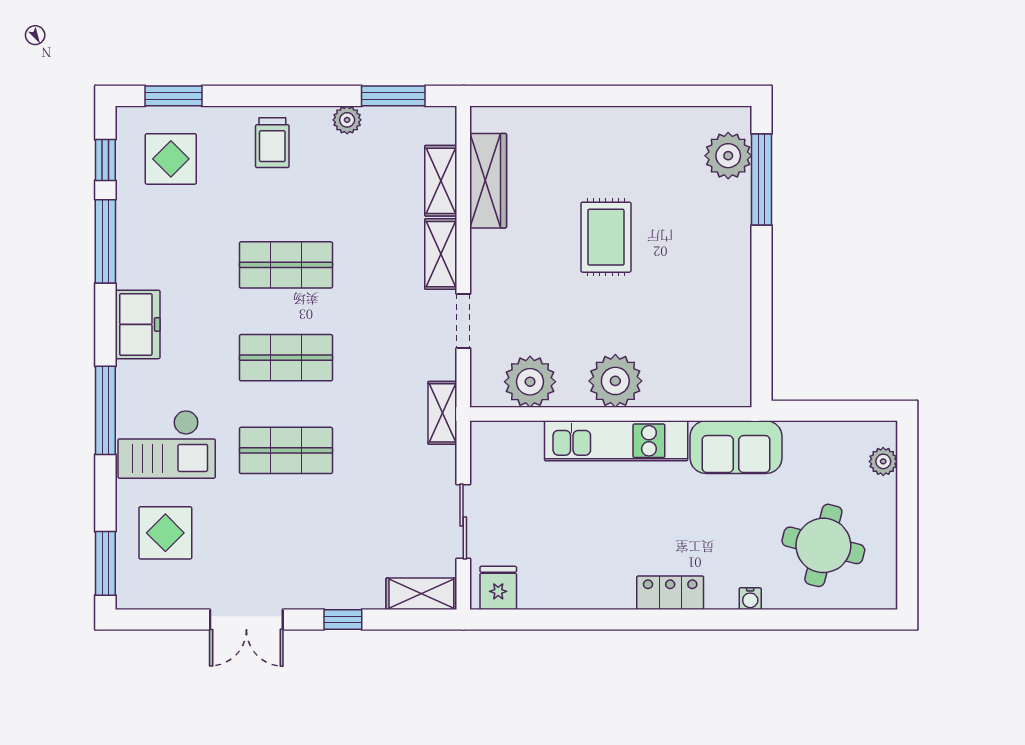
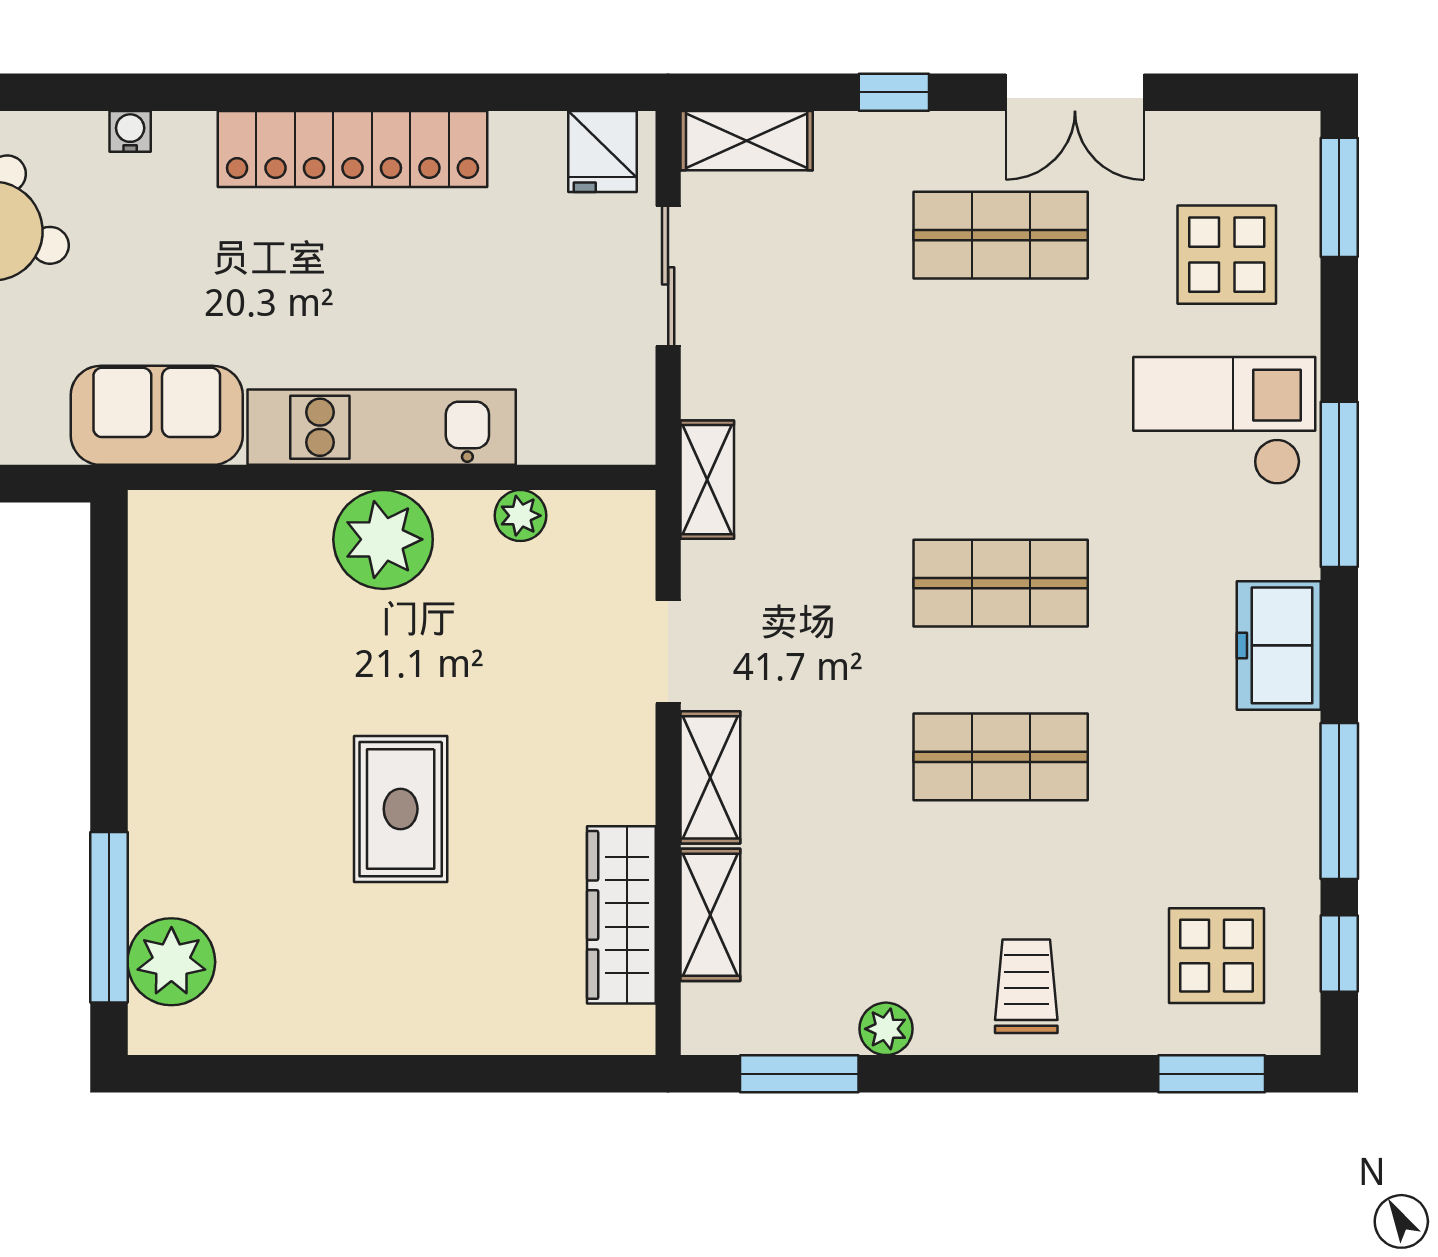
plant: (530, 382) -> (520, 516), width x0.53, depth x0.53
shop shelf: (286, 450) -> (1001, 235), moved
locker: (670, 593) -> (352, 149), width x2.16, depth x1.21
double door: (246, 619) -> (1075, 92), swing flipped

